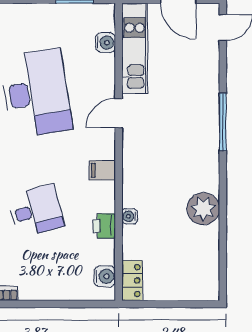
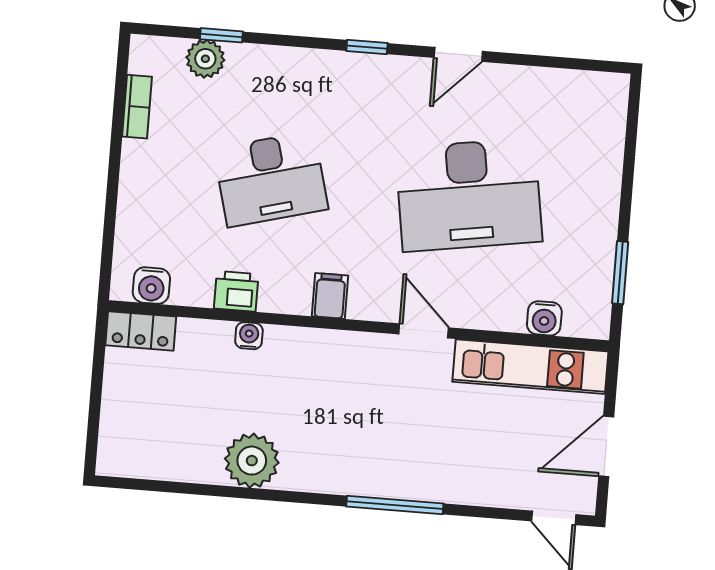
desk: (36, 211) -> (271, 179), width x1.37

